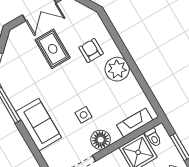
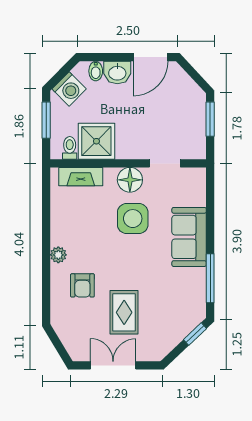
plant: (117, 69) -> (58, 255), width x0.53, depth x0.53
side table: (84, 115) -> (133, 219), width x1.87, depth x1.87

